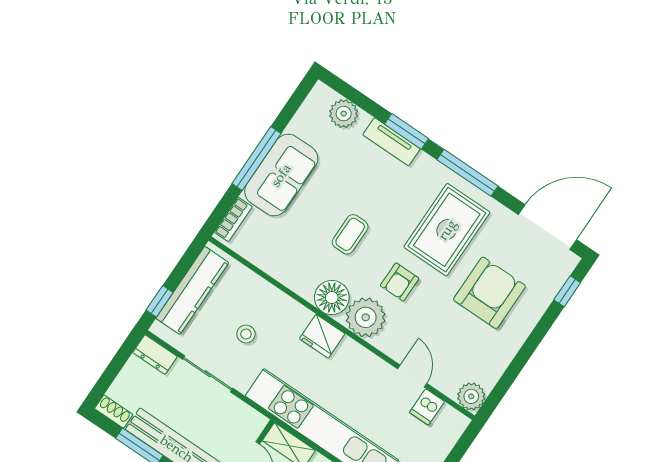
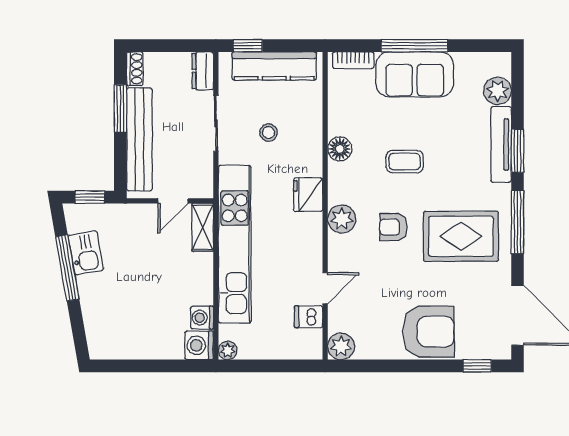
tv unit: (392, 142) -> (501, 144), width x1.41
armchair: (489, 293) -> (429, 332), moved
floor lamp: (332, 298) -> (340, 149), moved, width x0.73, depth x0.73
plant: (366, 317) -> (342, 219), width x0.73, depth x0.73

